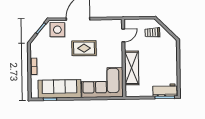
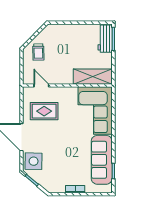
rug: (84, 48) -> (44, 111), moved, turned 90
shelving: (132, 68) -> (93, 77), moved

